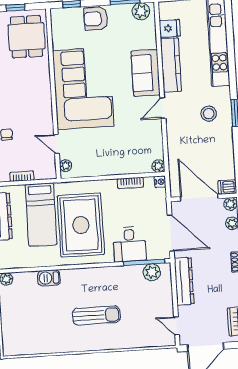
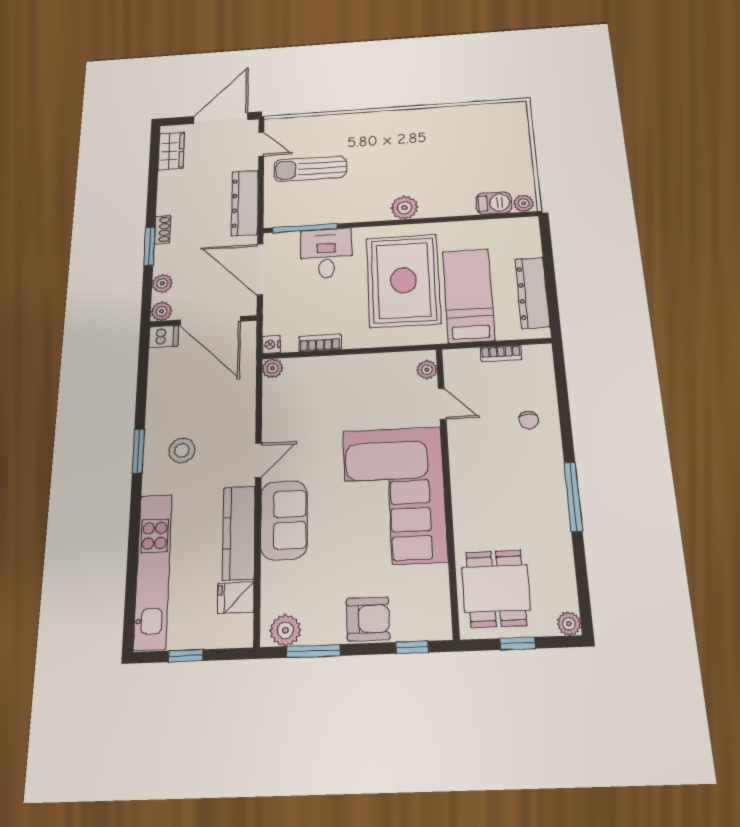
plant: (152, 272) -> (404, 208), moved
barbecue: (49, 278) -> (494, 203), moved
sun lounger: (96, 315) -> (310, 169), moved

